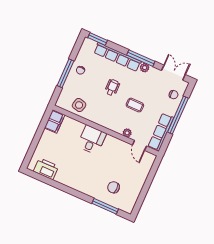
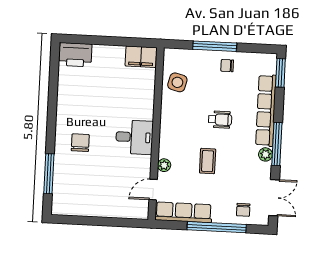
desk: (92, 140) -> (134, 137), moved
printer: (46, 169) -> (75, 55), moved, turned 90
chair: (114, 187) -> (80, 143), moved

